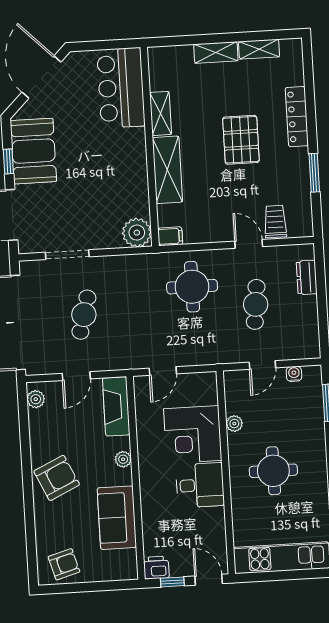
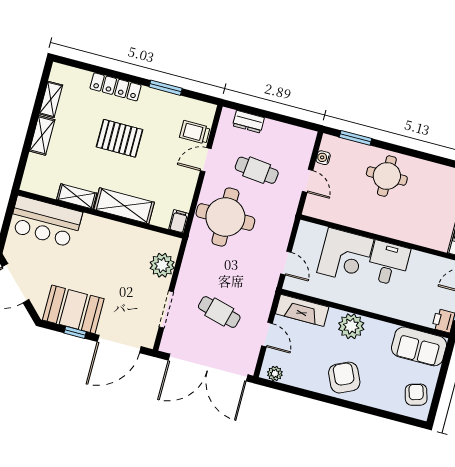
plant: (137, 233) -> (162, 265), moved
round table: (192, 287) -> (225, 217), width x1.36, depth x1.36
plant: (234, 424) -> (347, 219), removed
plant: (123, 459) -> (351, 326), width x1.87, depth x1.87
round table: (273, 471) -> (387, 176), moved
sofa: (117, 518) -> (419, 346), moved

